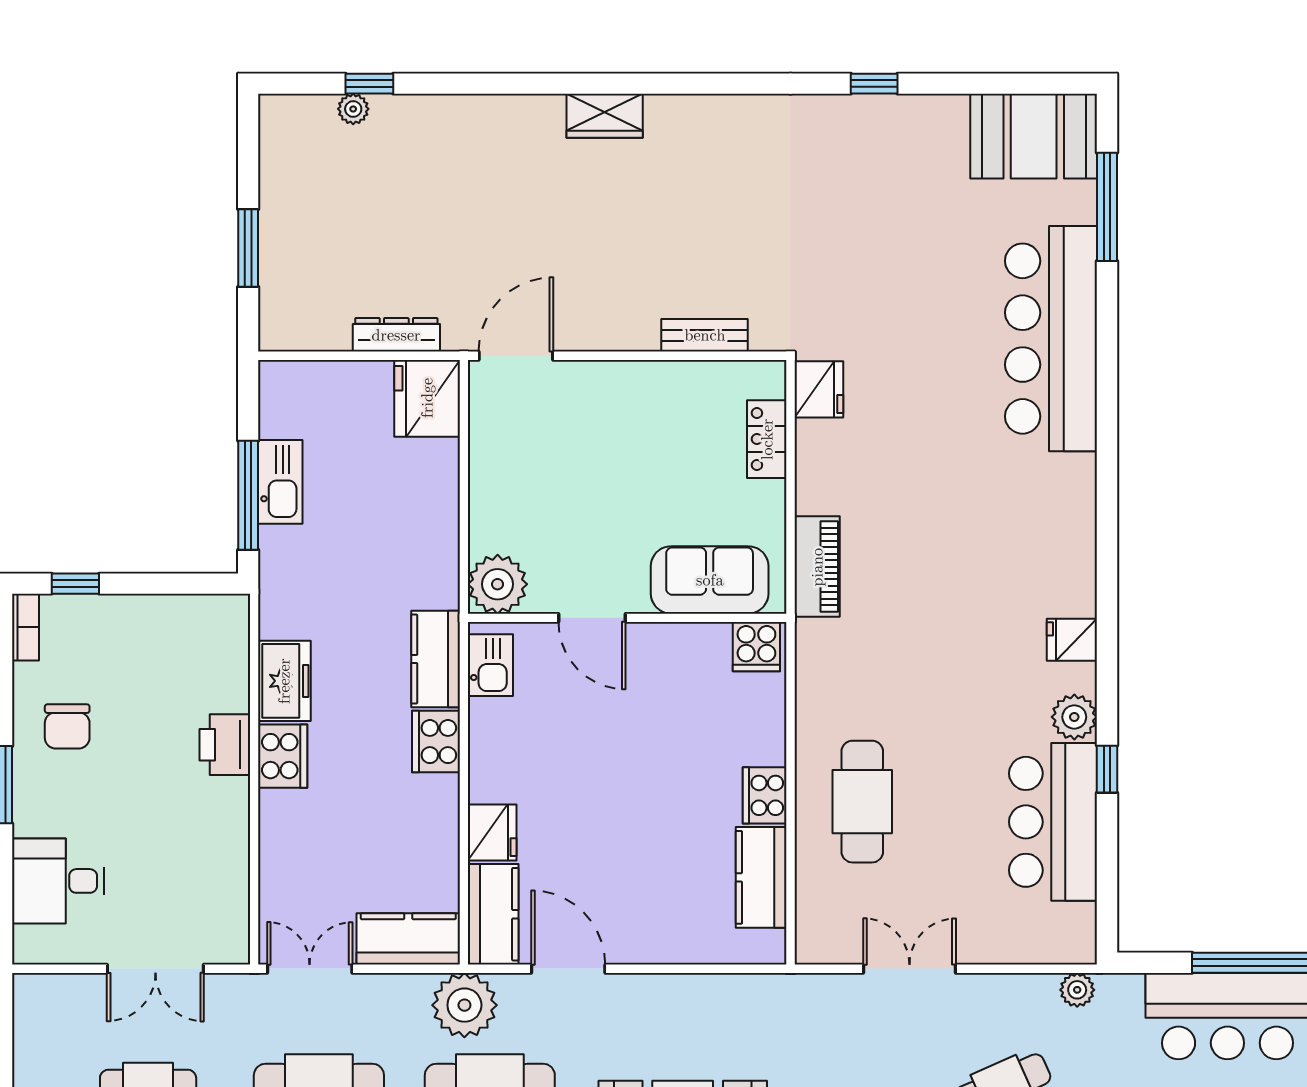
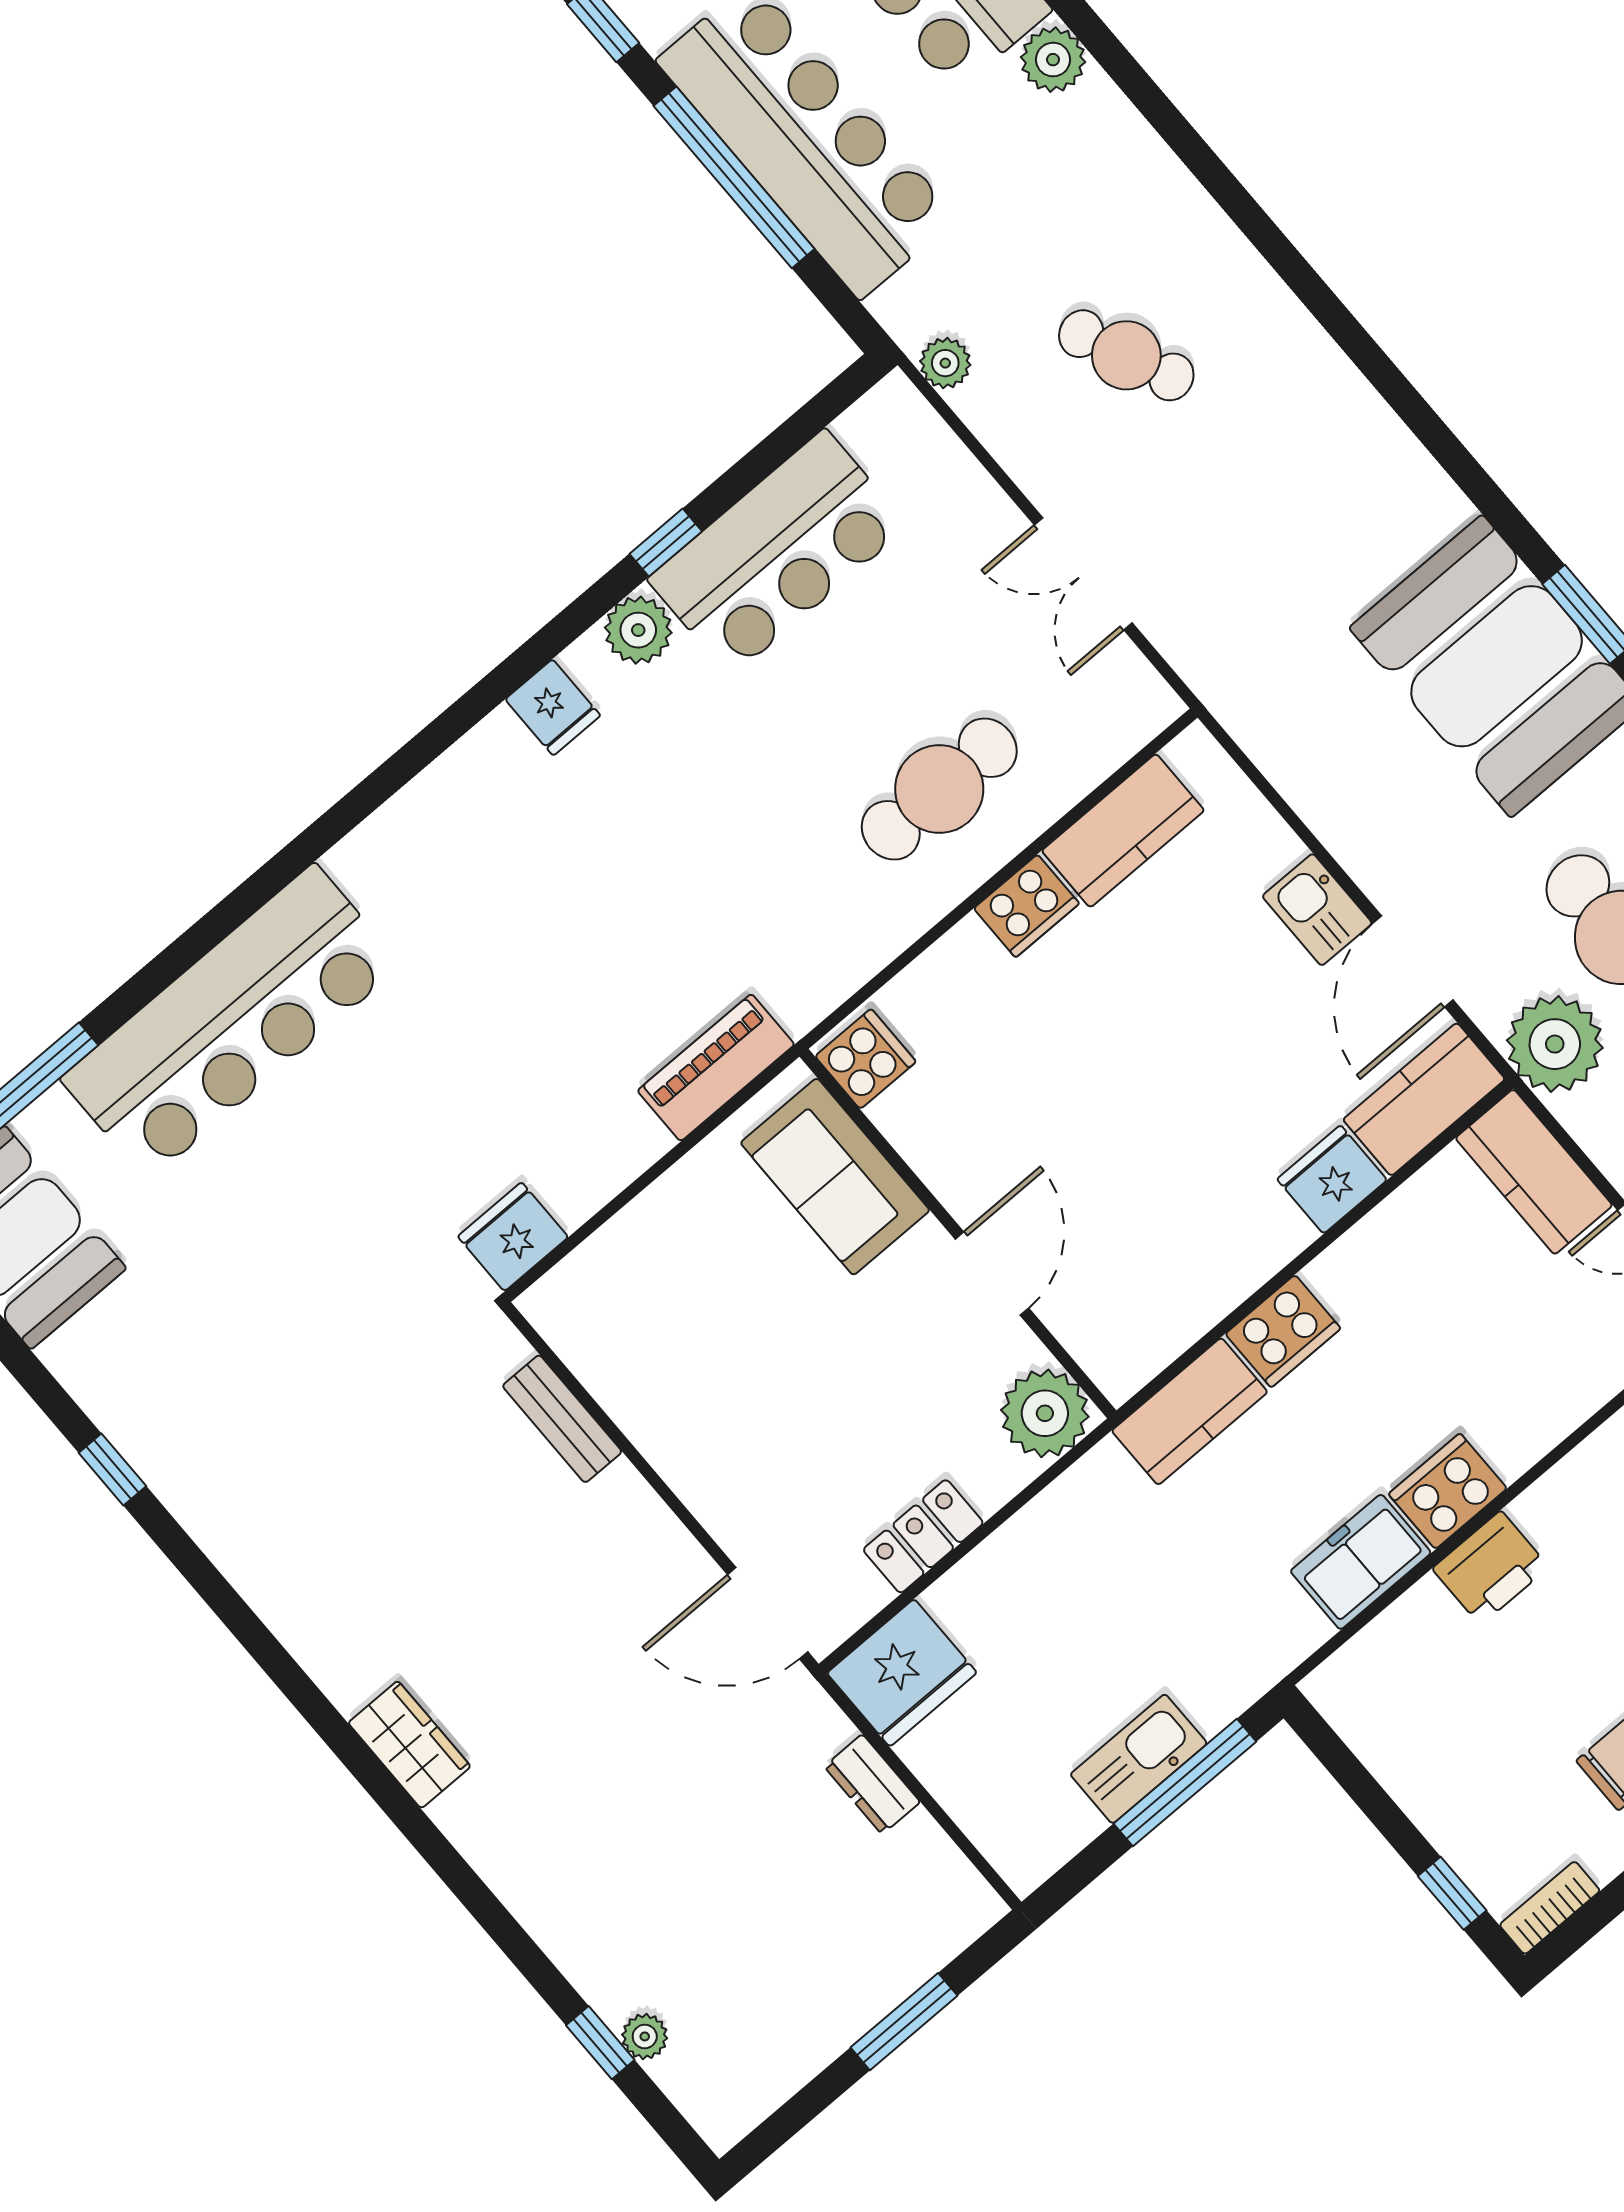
dresser: (396, 335) -> (872, 1784), width x0.70
locker: (767, 439) -> (923, 1536), moved, turned 180
kitchen sink: (490, 665) -> (1317, 910), moved, turned -90

